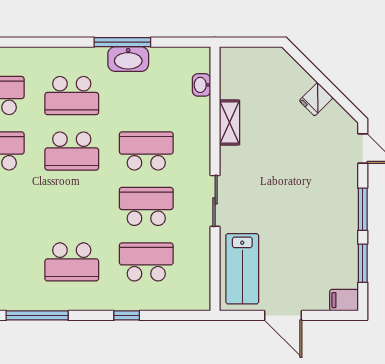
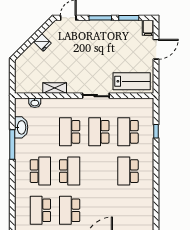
washbasin: (128, 59) -> (21, 127), moved
school desk: (72, 262) -> (128, 171), turned 180
window: (37, 315) -> (156, 189), removed
window: (127, 315) -> (156, 131), moved
door: (283, 315) -> (156, 49), moved

